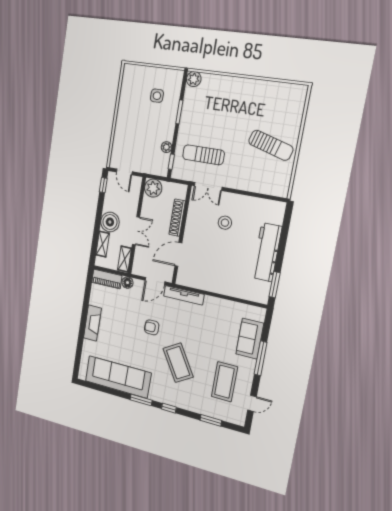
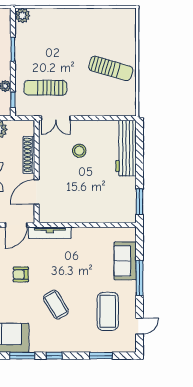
workbench: (267, 252) -> (126, 148), moved
coffee table: (178, 363) -> (56, 305), width x0.73, depth x0.76

